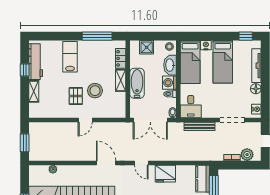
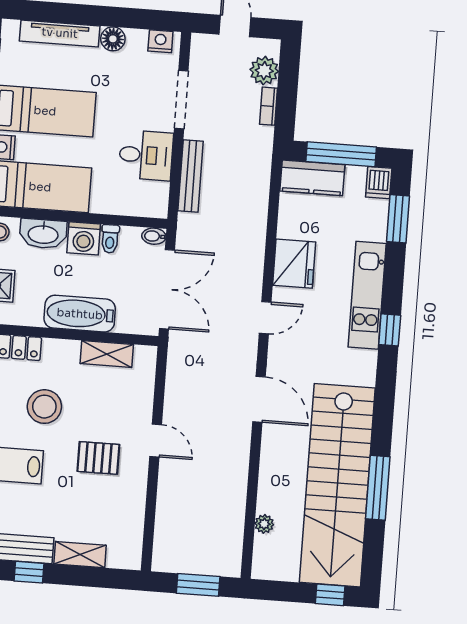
shelving: (121, 80) -> (107, 354), moved
stool: (95, 91) -> (44, 407), moved
desk: (191, 107) -> (146, 155), moved
door: (106, 163) -> (259, 399), swing flipped

